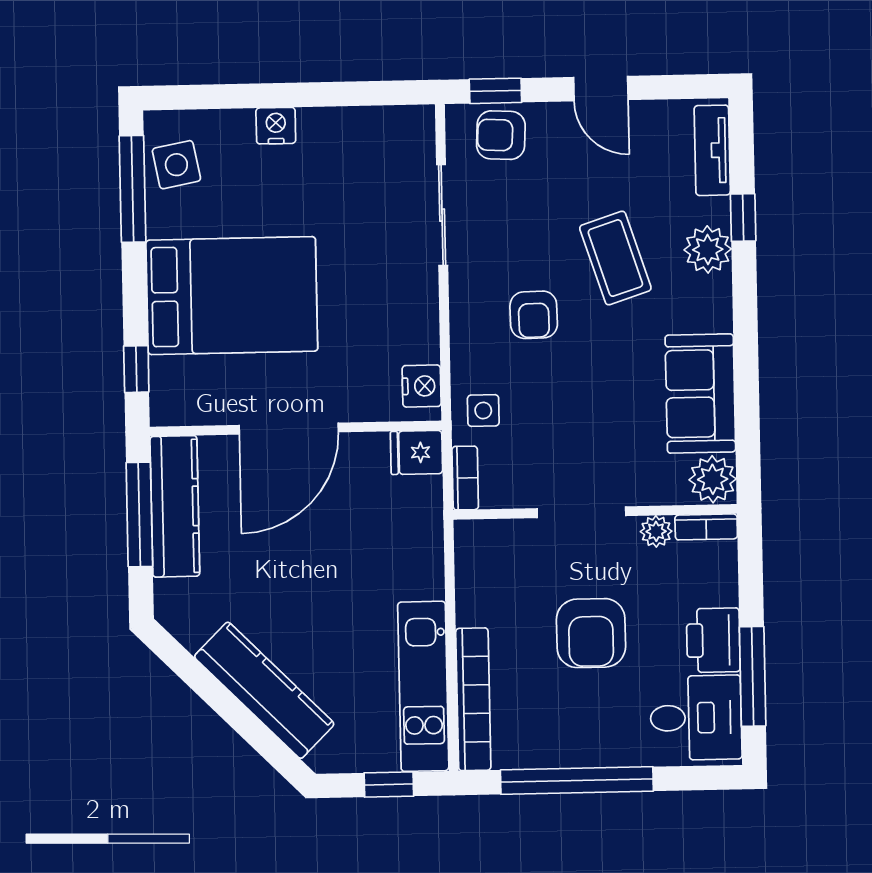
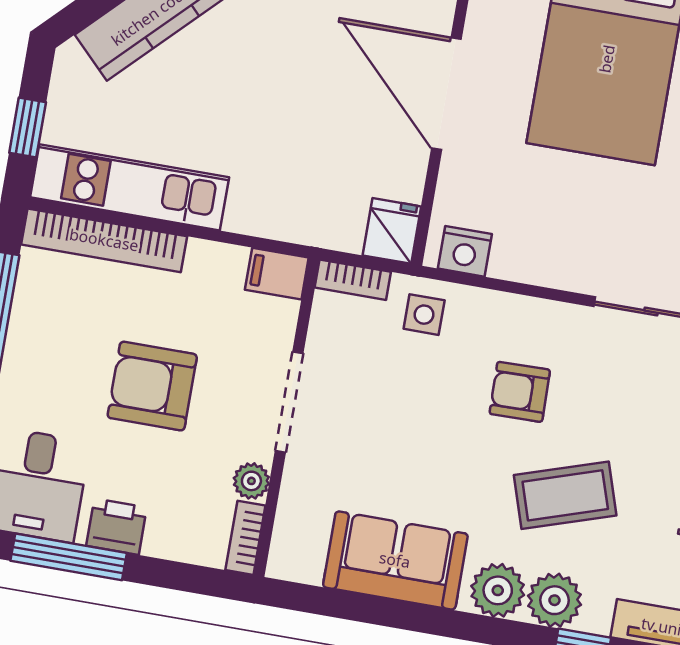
plant: (713, 479) -> (498, 590), moved
filing cabinet: (473, 545) -> (277, 274), added
printer: (713, 640) -> (117, 527), width x0.73, depth x0.81

